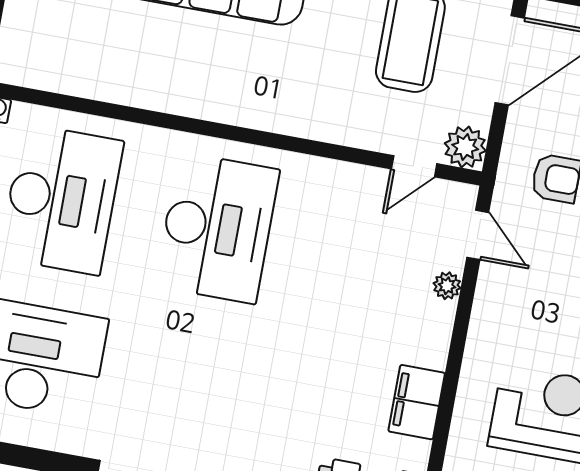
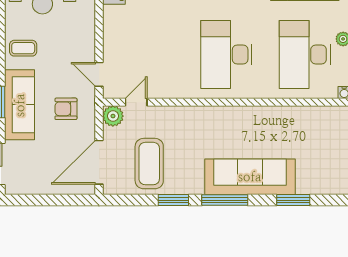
plant: (447, 286) -> (109, 47), removed

